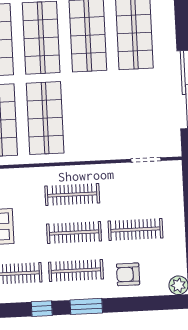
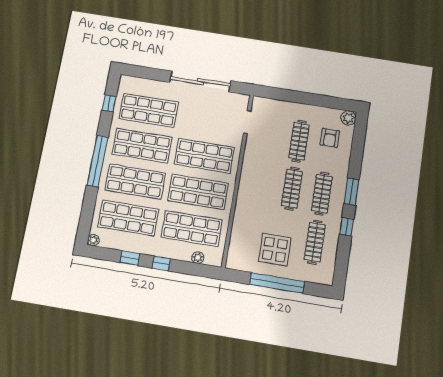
shop shelf: (92, 116) -> (204, 156), added
clothes rail: (72, 195) -> (262, 184), removed
armchair: (128, 274) -> (330, 138), moved

